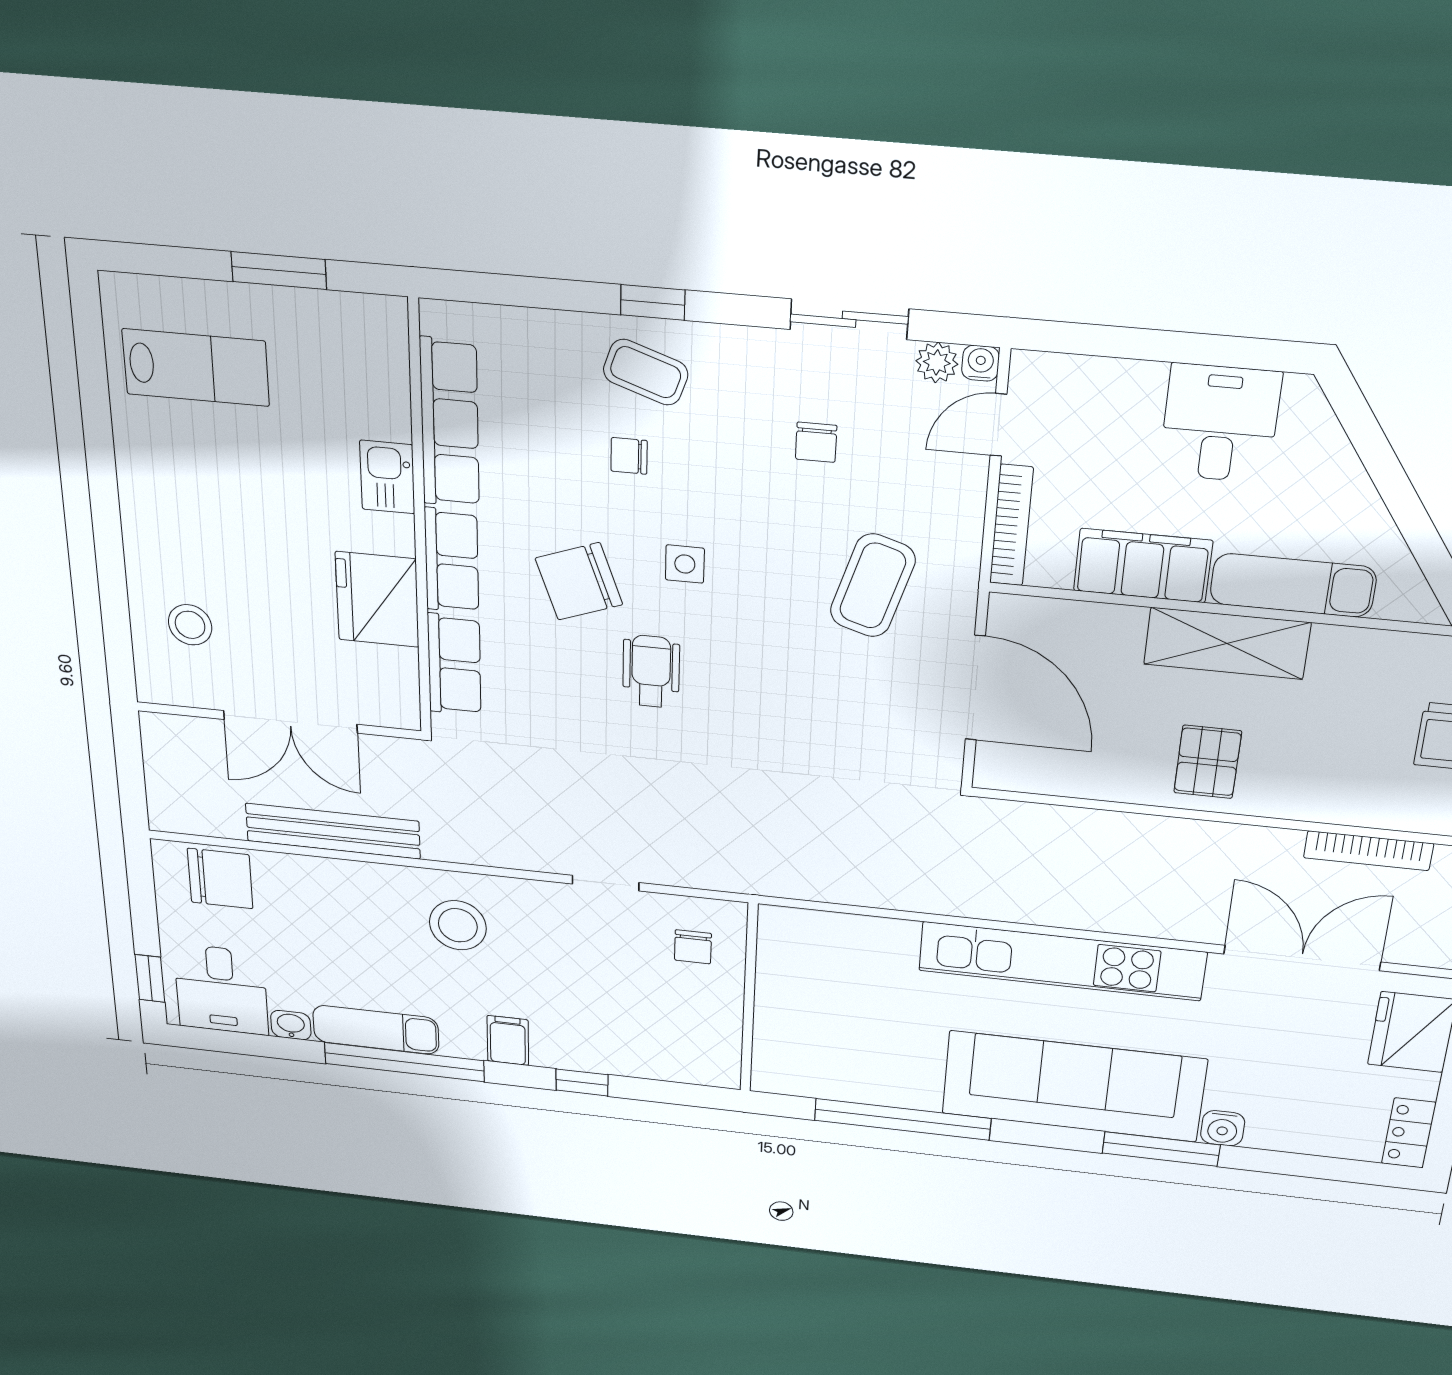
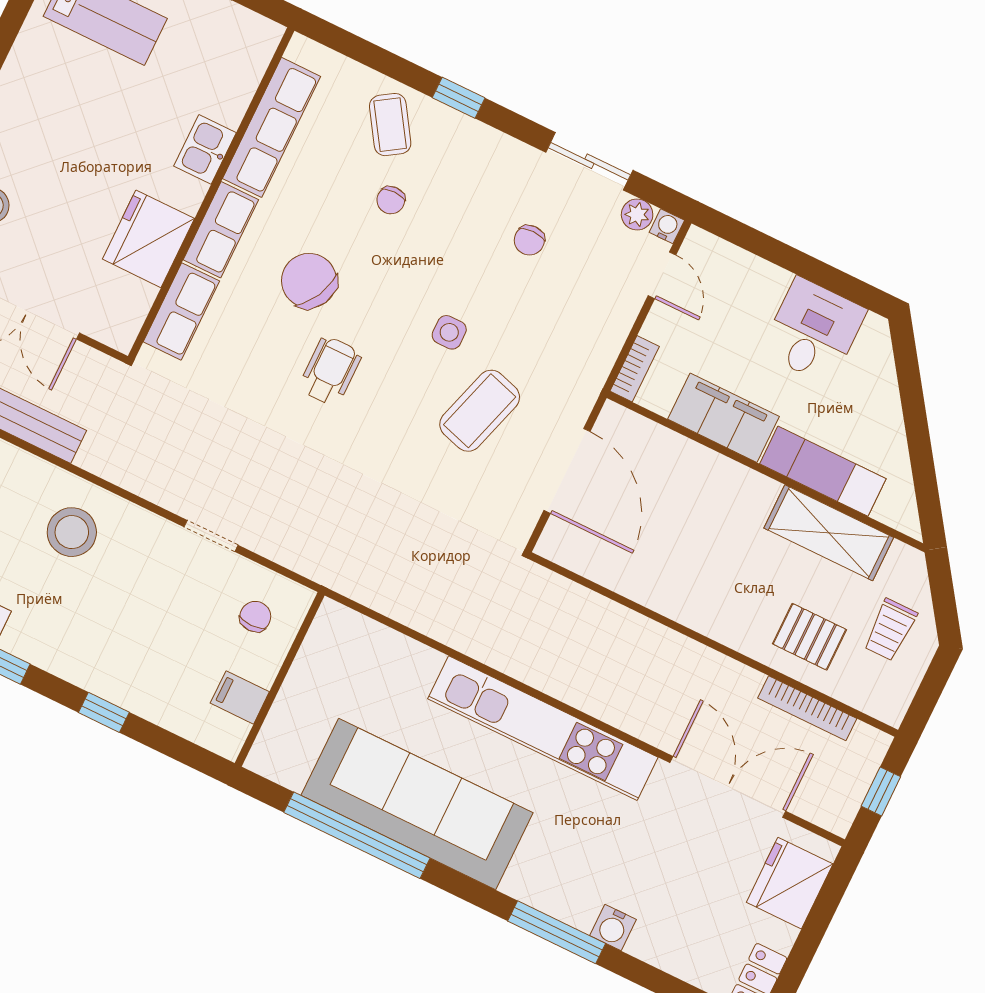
coffee table: (646, 372) -> (390, 125), moved, turned 38
door: (999, 425) -> (662, 275), swing flipped
chair: (629, 456) -> (391, 200), turned -90
bookcase: (1011, 525) -> (635, 369), width x0.64
side table: (685, 564) -> (449, 332), moved
chair: (579, 581) -> (309, 281), turned 47
coffee table: (873, 586) -> (480, 411), moved
shelving: (1227, 643) -> (829, 533), moved
pallet: (1208, 762) -> (809, 637), moved, turned 90
chair: (693, 947) -> (255, 617), turned 180
filing cabinet: (508, 1040) -> (240, 697), moved, turned -90
sofa: (1073, 1086) -> (417, 804), moved

